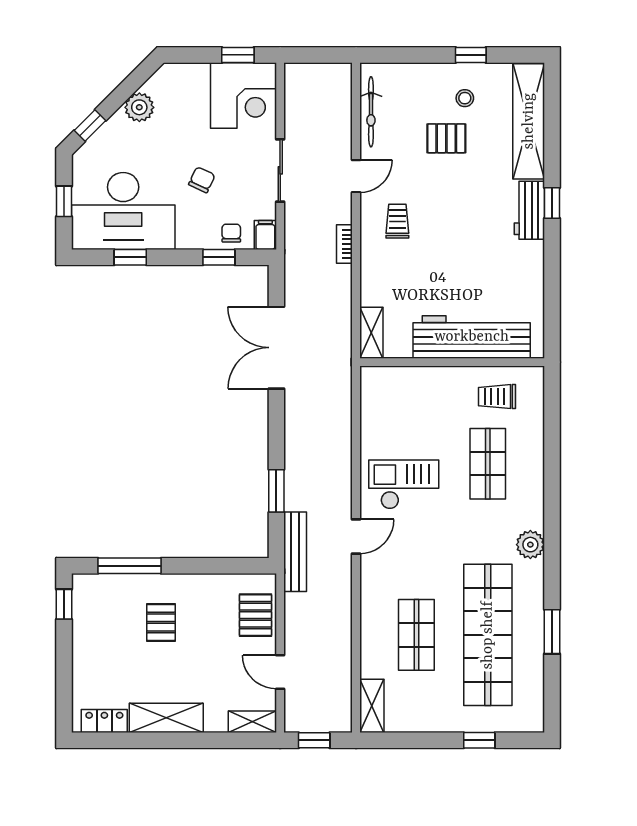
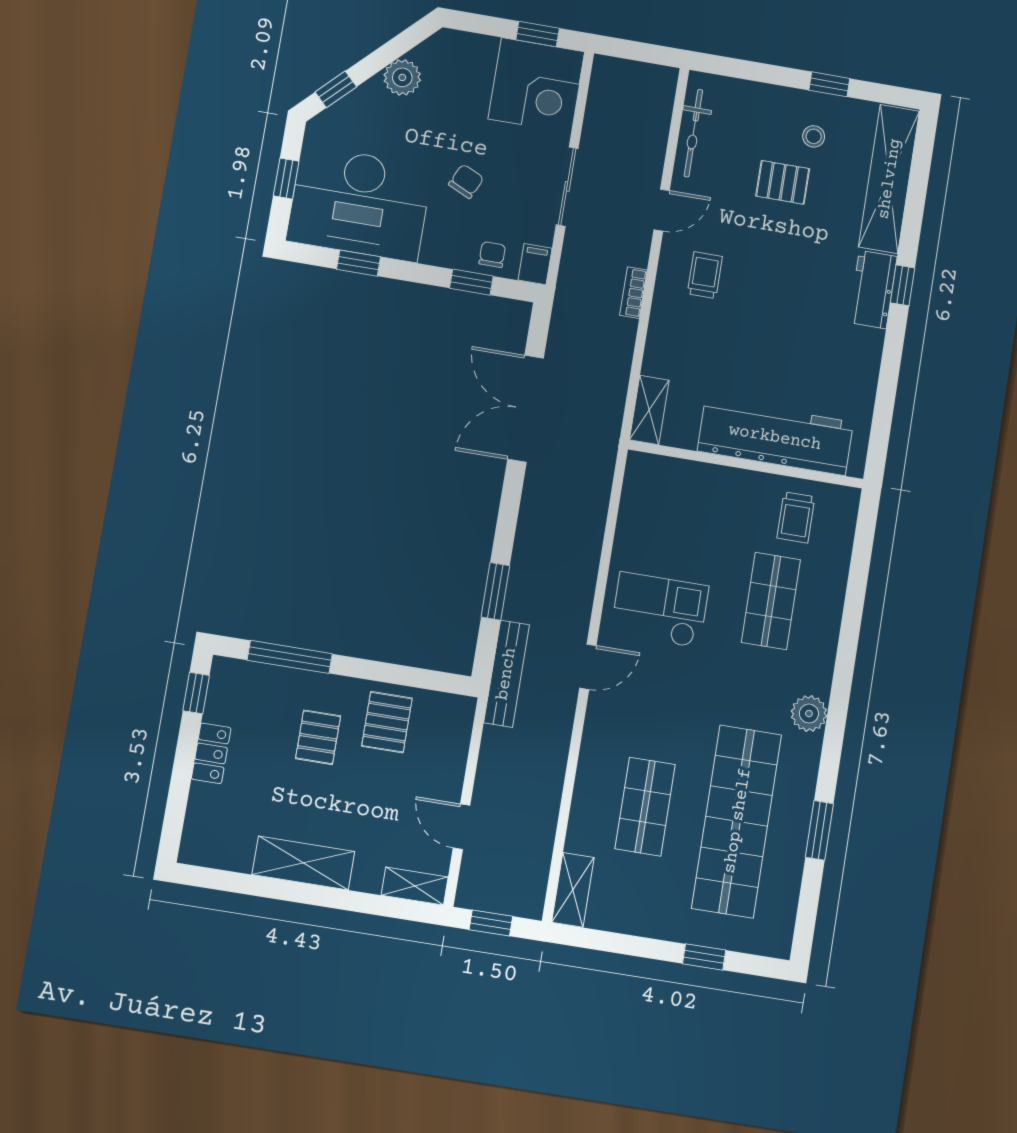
trolley: (497, 397) -> (796, 517), turned -90
pallet: (255, 615) -> (387, 722), moved
locker: (104, 721) -> (211, 753), moved, turned 90

